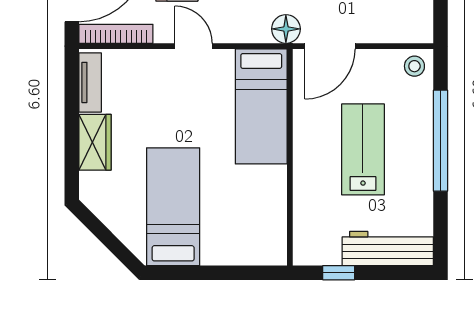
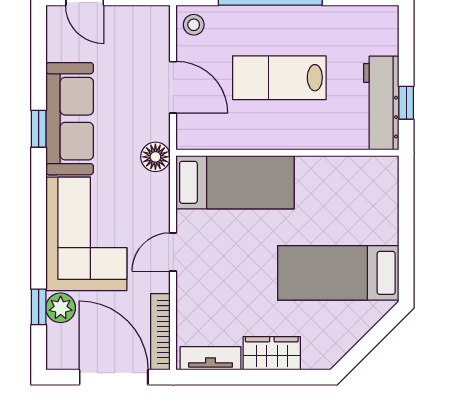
door: (330, 46) -> (173, 87), moved
workbench: (388, 249) -> (381, 103), moved

